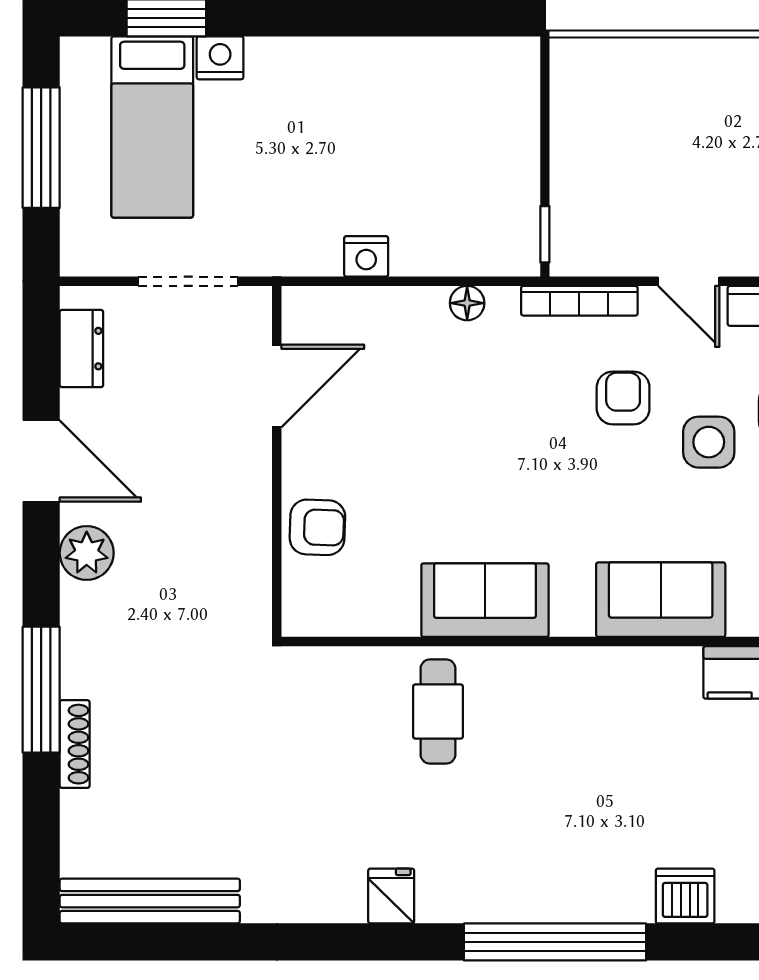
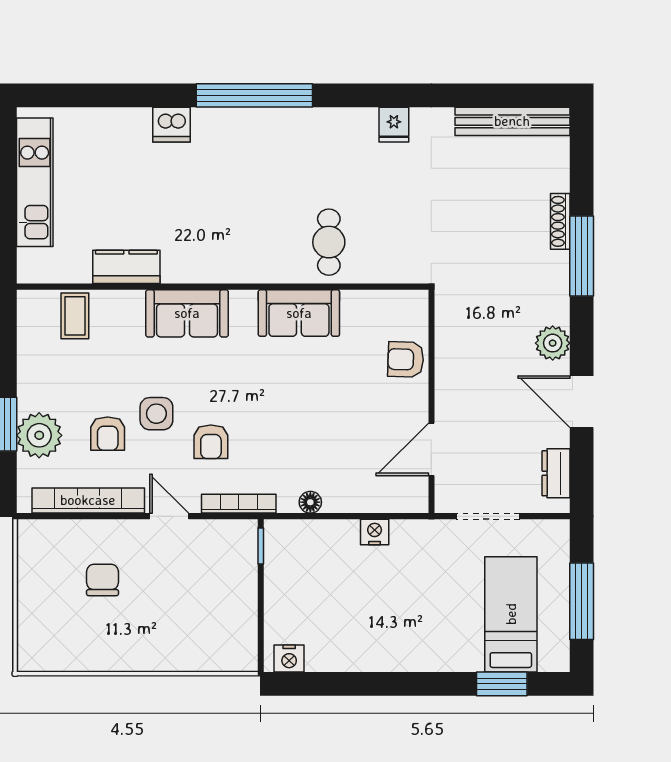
nightstand: (220, 58) -> (289, 658), moved
fridge: (391, 896) -> (394, 125), moved

